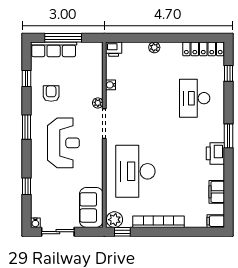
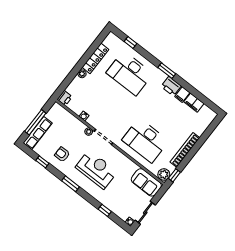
locker: (203, 49) -> (95, 58), moved
desk: (195, 98) -> (130, 73), width x1.36, depth x1.30
filing cabinet: (216, 221) -> (182, 95), moved

